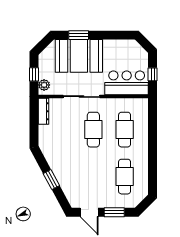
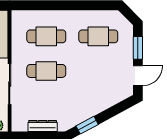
dresser: (44, 111) -> (43, 126), moved
window: (51, 180) -> (87, 125), moved

